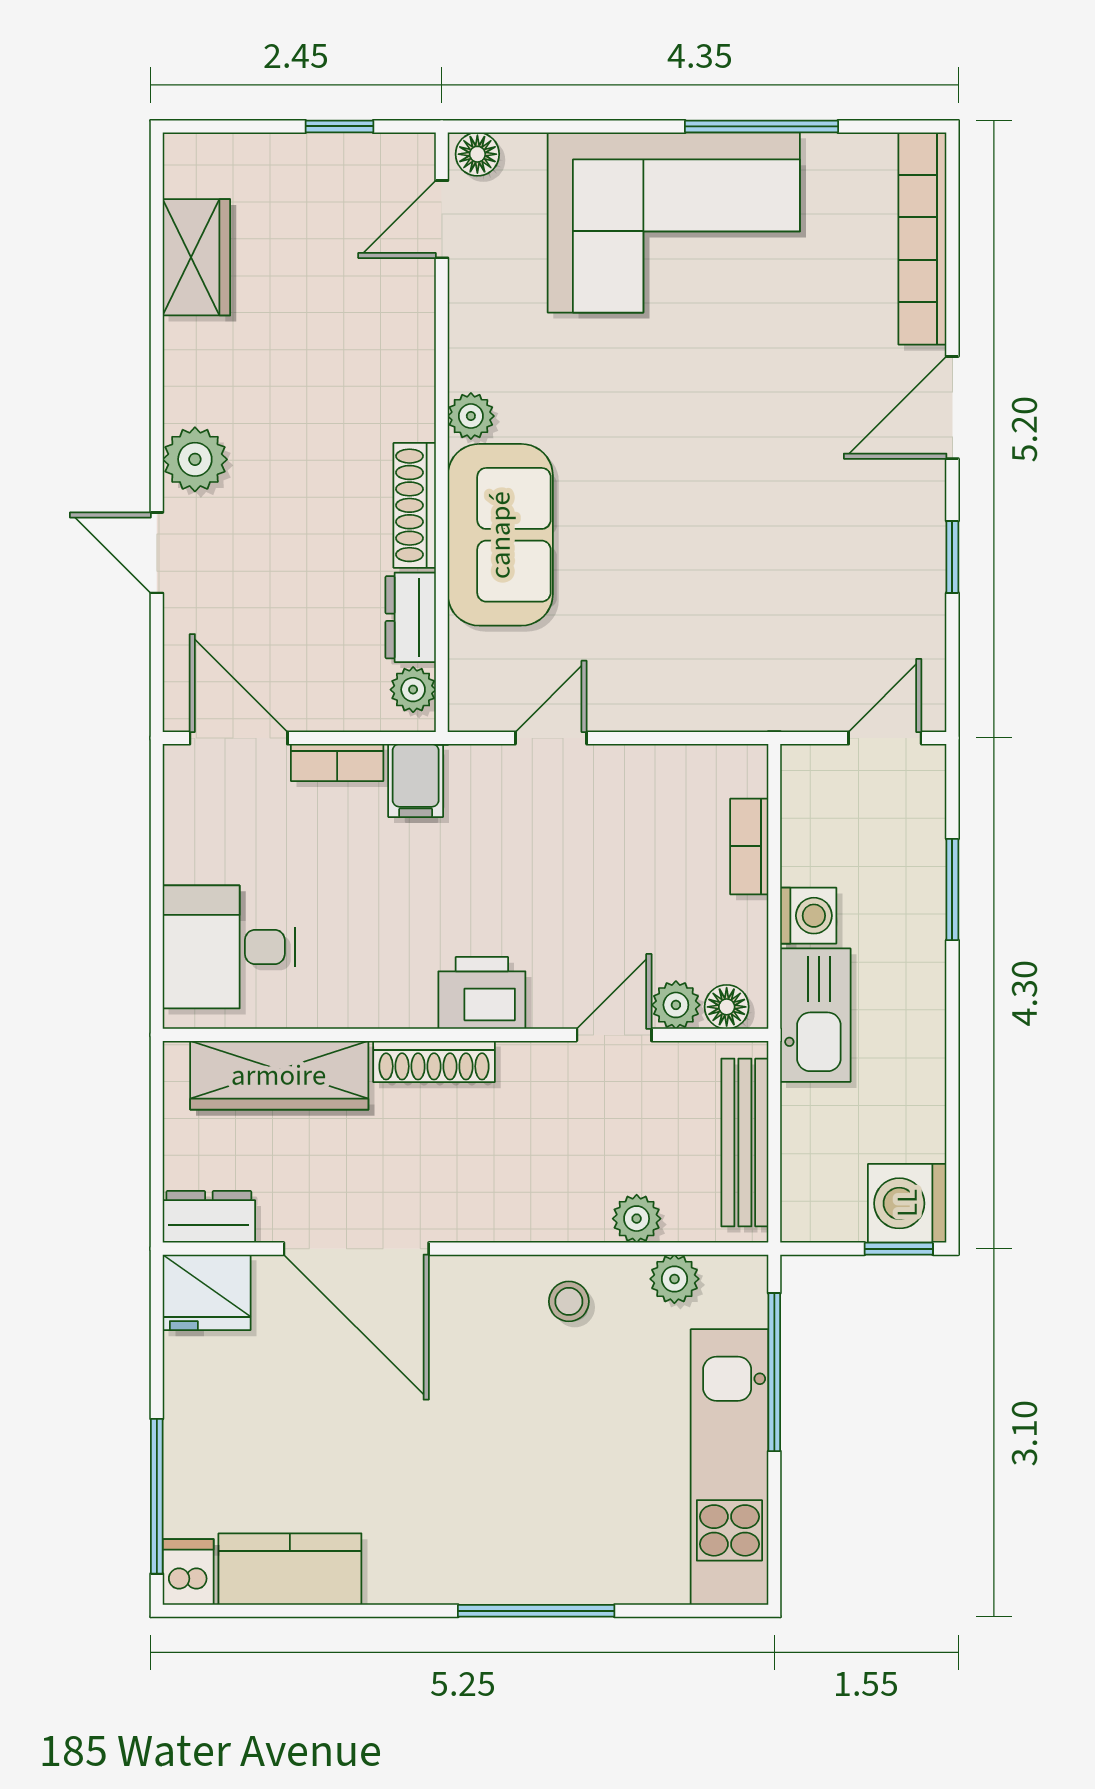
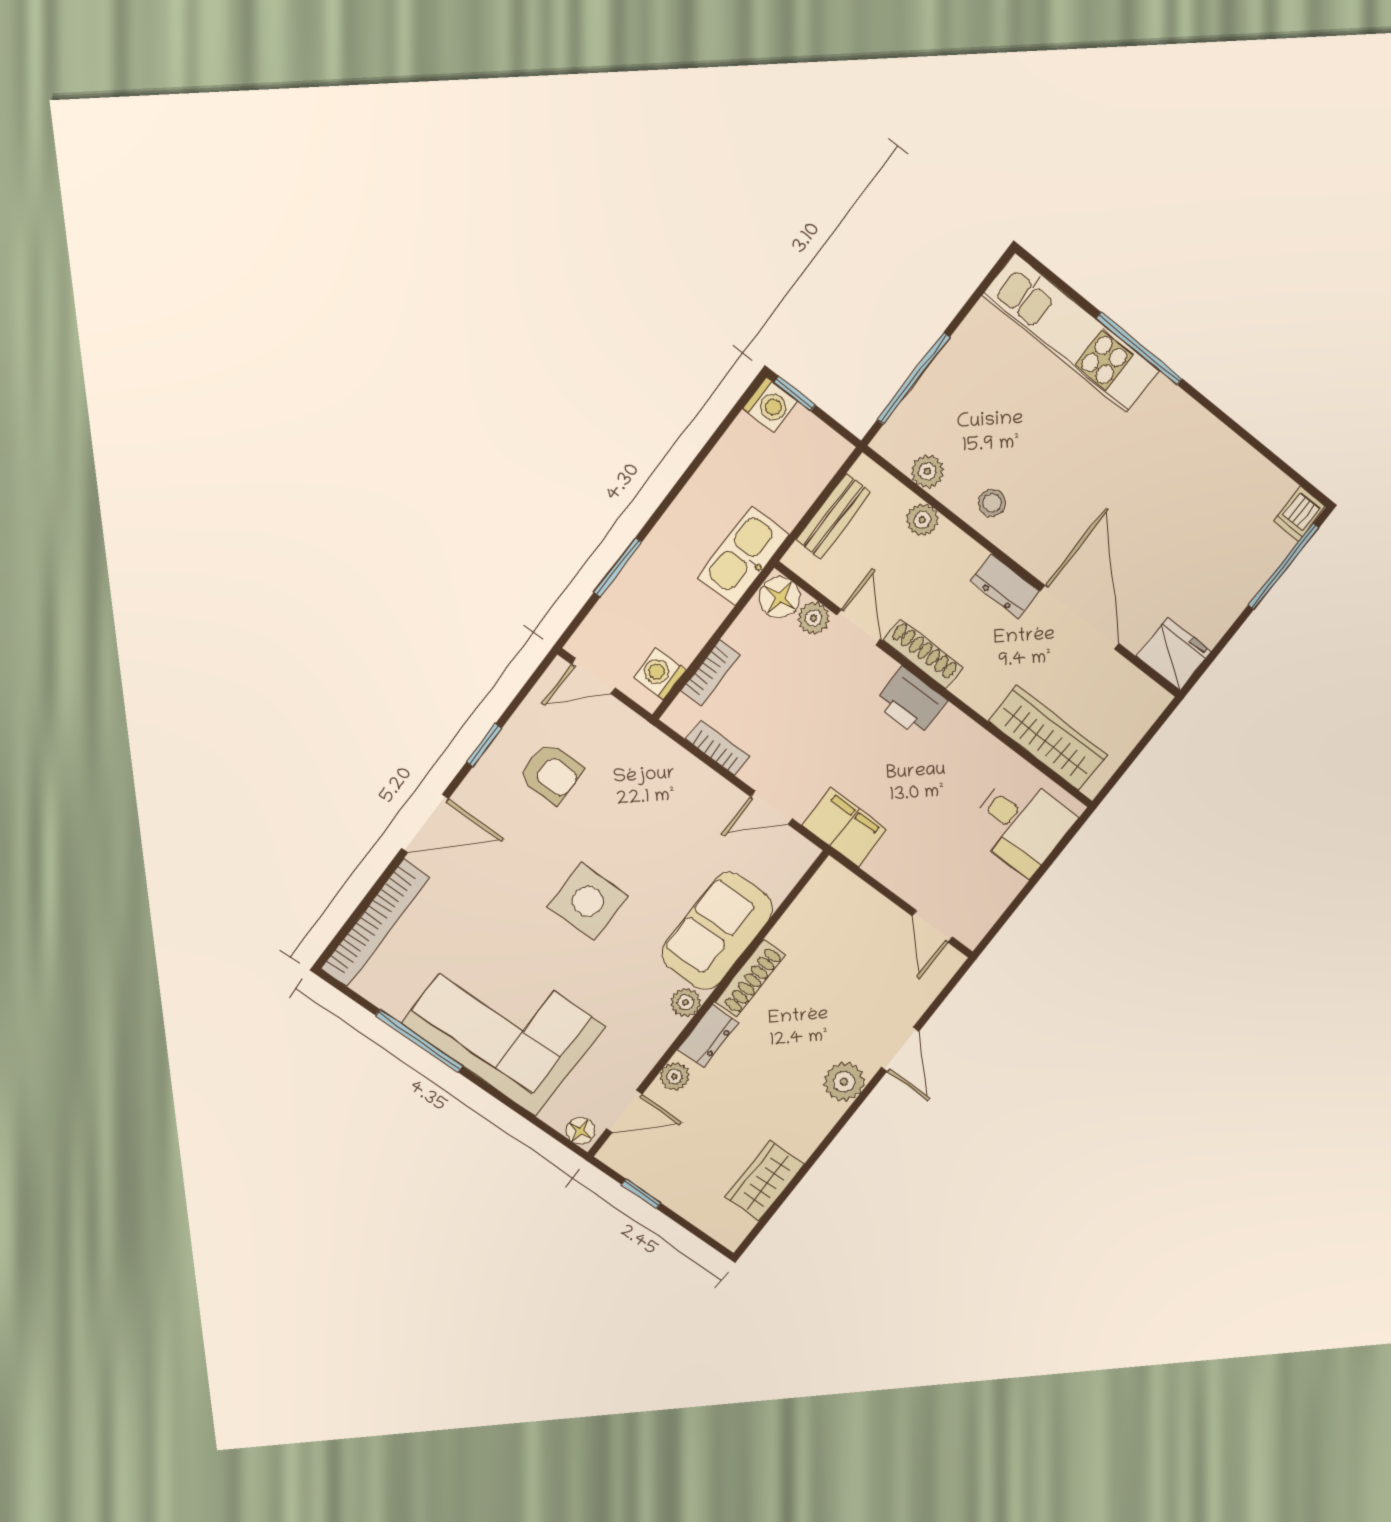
side table: (686, 455) -> (588, 901), added
armchair: (848, 583) -> (551, 773), added
dresser: (411, 617) -> (708, 1036), moved
plant: (413, 690) -> (674, 1076), moved
door: (239, 738) -> (932, 926), width x0.73
bookcase: (337, 762) -> (718, 748), moved
filing cabinet: (416, 780) -> (845, 827), width x2.00
washing machine: (808, 916) -> (660, 674), moved
floor lamp: (727, 1007) -> (780, 598), width x1.37, depth x1.37
door: (614, 1035) -> (859, 627), swing flipped
shoe rack: (434, 1061) -> (923, 654), moved
bench: (745, 1142) -> (833, 516), width x0.73
washing machine: (907, 1203) -> (770, 405), width x0.73, depth x0.73
dresser: (209, 1217) -> (1005, 586), moved
kitchen unit: (729, 1467) -> (1071, 333), moved, turned 90
kitchen counter: (290, 1569) -> (1247, 474), removed

